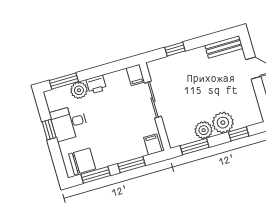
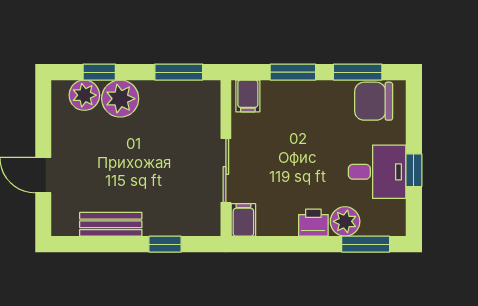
bench: (224, 47) -> (111, 224), moved
plant: (204, 130) -> (84, 95), moved

